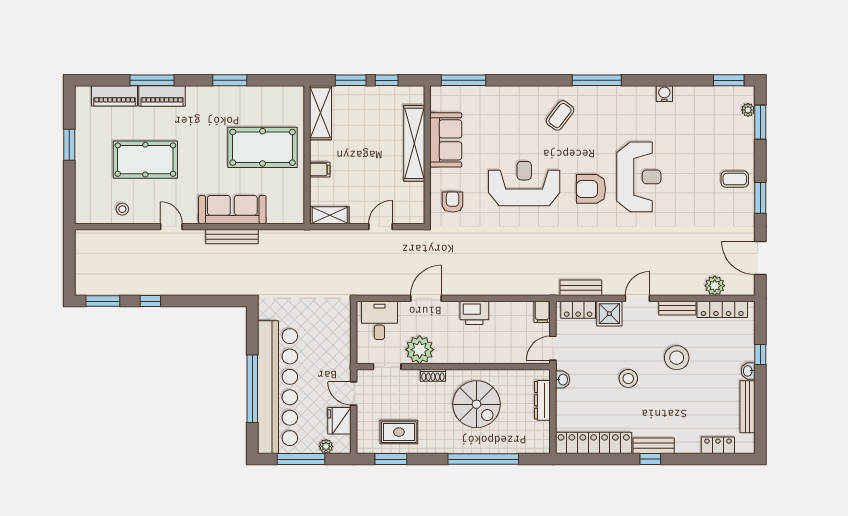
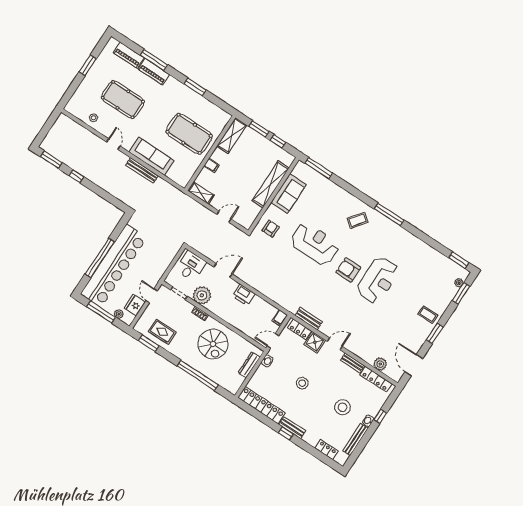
water cooler: (664, 94) -> (420, 245), removed
stool: (677, 358) -> (343, 407), moved

